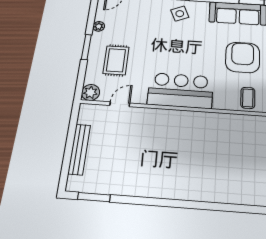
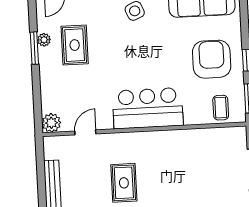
window: (86, 47) -> (34, 48), moved
rug: (116, 60) -> (75, 45), moved
rug: (148, 154) -> (124, 183), added

